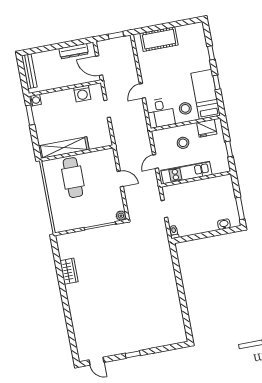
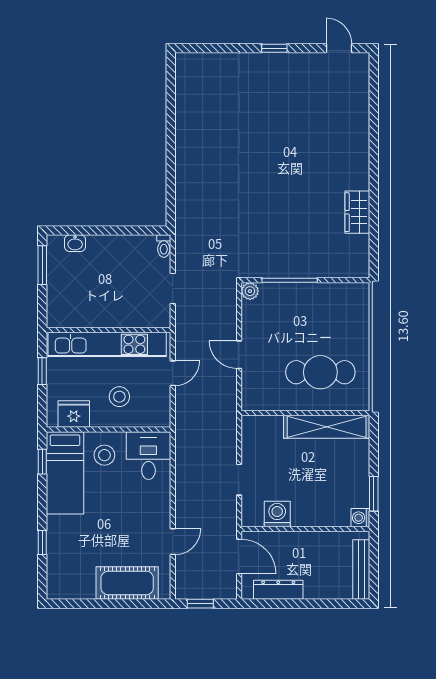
window: (216, 82) -> (42, 462), moved
door: (142, 91) -> (173, 542), moved
kitchen unit: (187, 172) -> (107, 344), width x1.36
cafe table: (73, 178) -> (320, 372), turned 90

